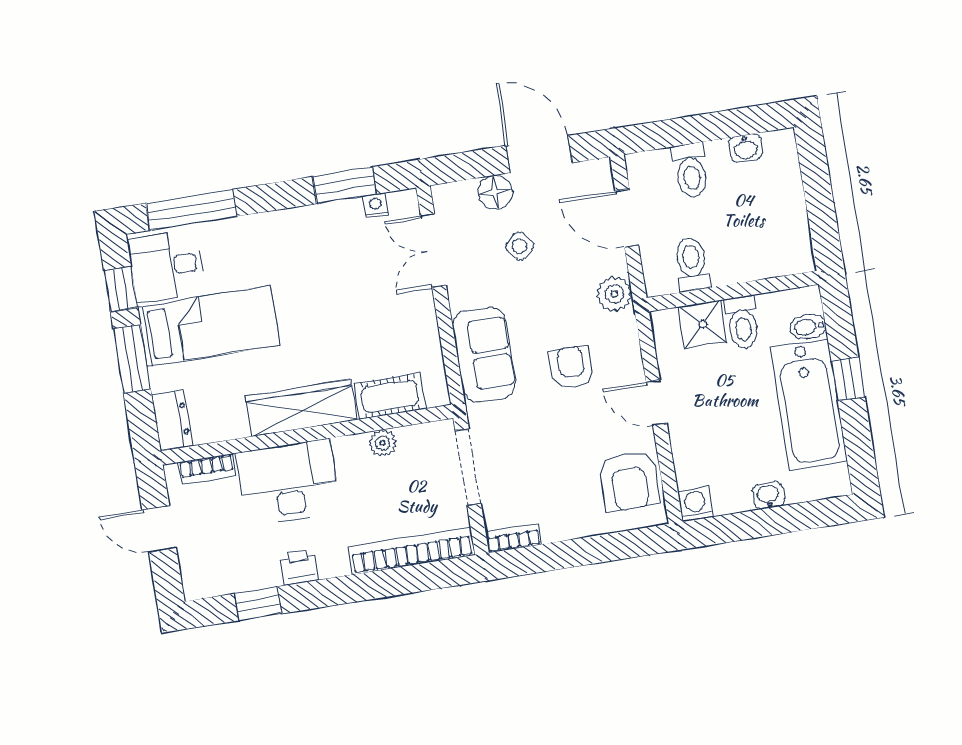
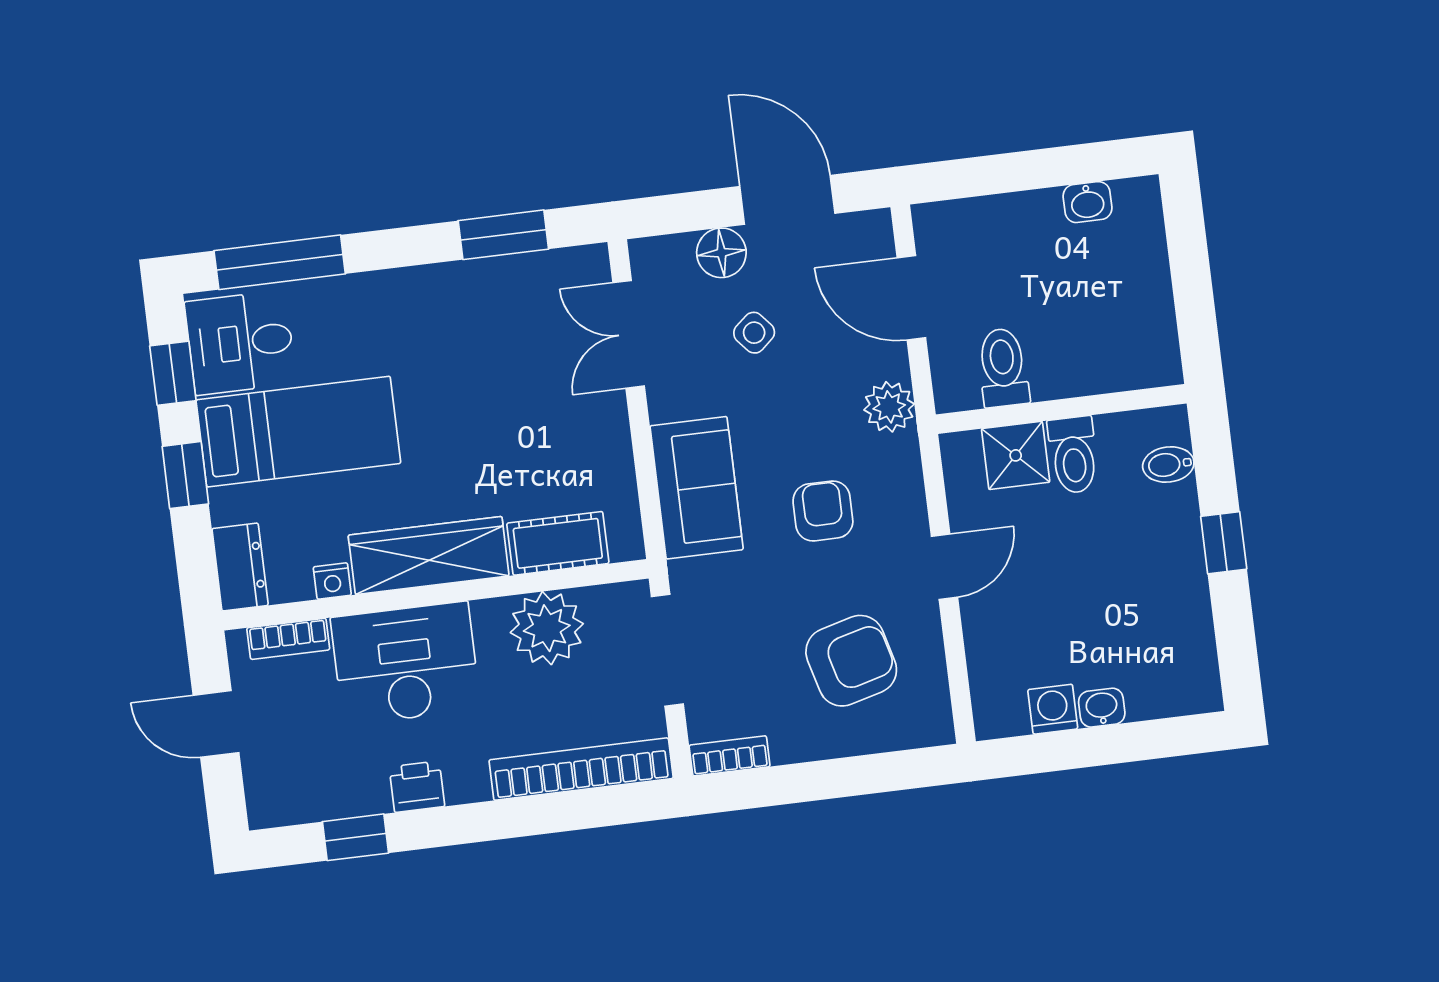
toilet: (691, 171) -> (1006, 232), removed
nightstand: (375, 205) -> (332, 581), moved, turned 180
window: (132, 359) -> (185, 475), width x0.67
door: (656, 403) -> (944, 567), swing flipped
bathtub: (809, 404) -> (1165, 578), removed
plant: (383, 443) -> (547, 628), width x1.88, depth x1.88
armchair: (629, 481) -> (851, 661), moved, turned -105
washing machine: (695, 504) -> (1053, 709), moved

